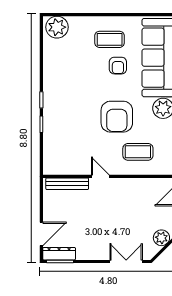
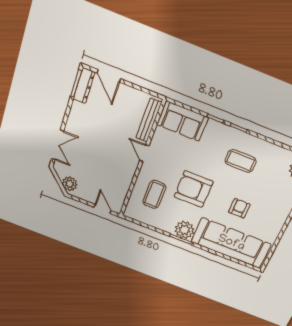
coffee table: (110, 39) -> (241, 161), moved, turned 90
armchair: (118, 66) -> (239, 208), turned 90
sofa: (56, 153) -> (182, 121), added
door: (100, 176) -> (144, 153), swing flipped

